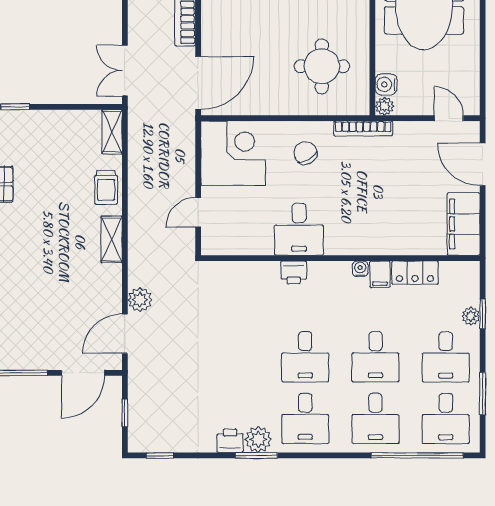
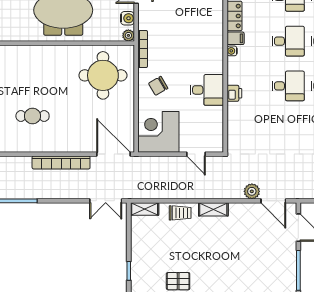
round table: (322, 66) -> (103, 75), width x1.36, depth x1.36
water cooler: (386, 84) -> (127, 18), moved, turned -90

